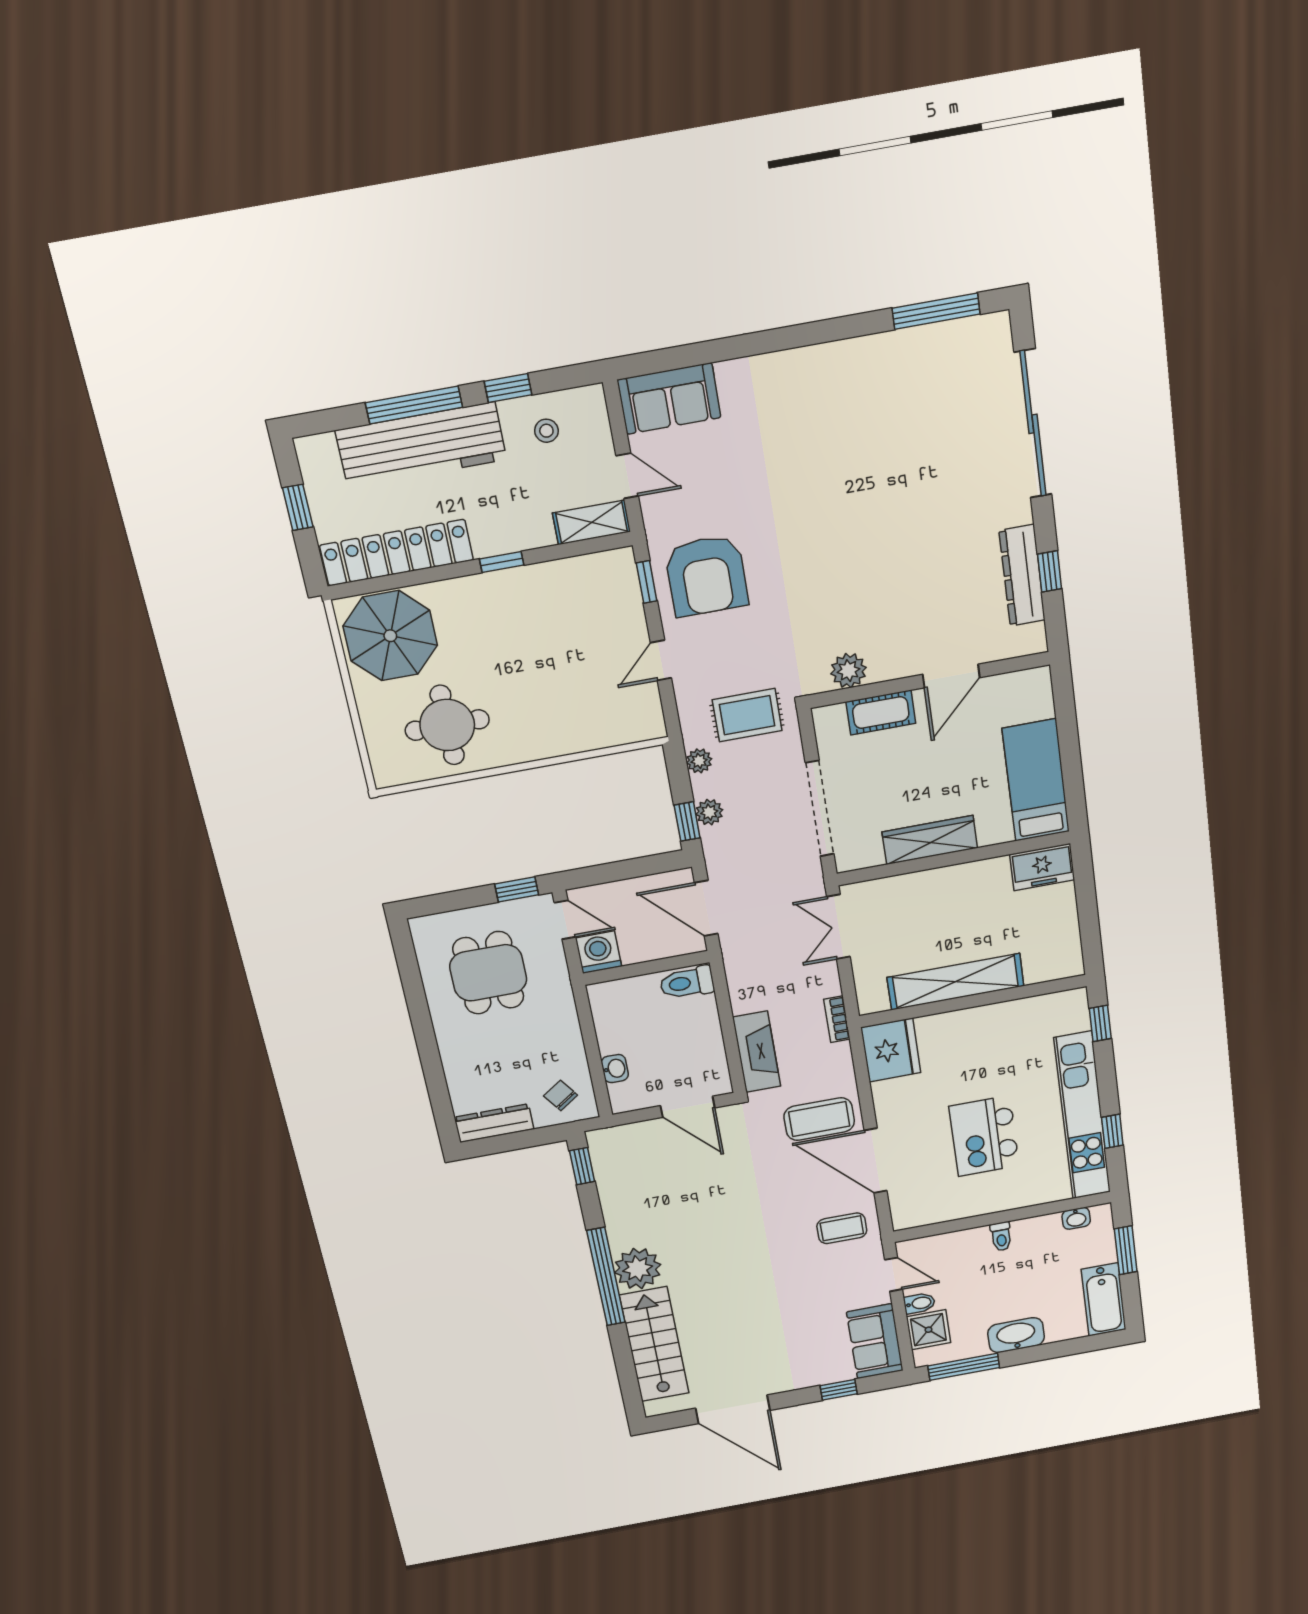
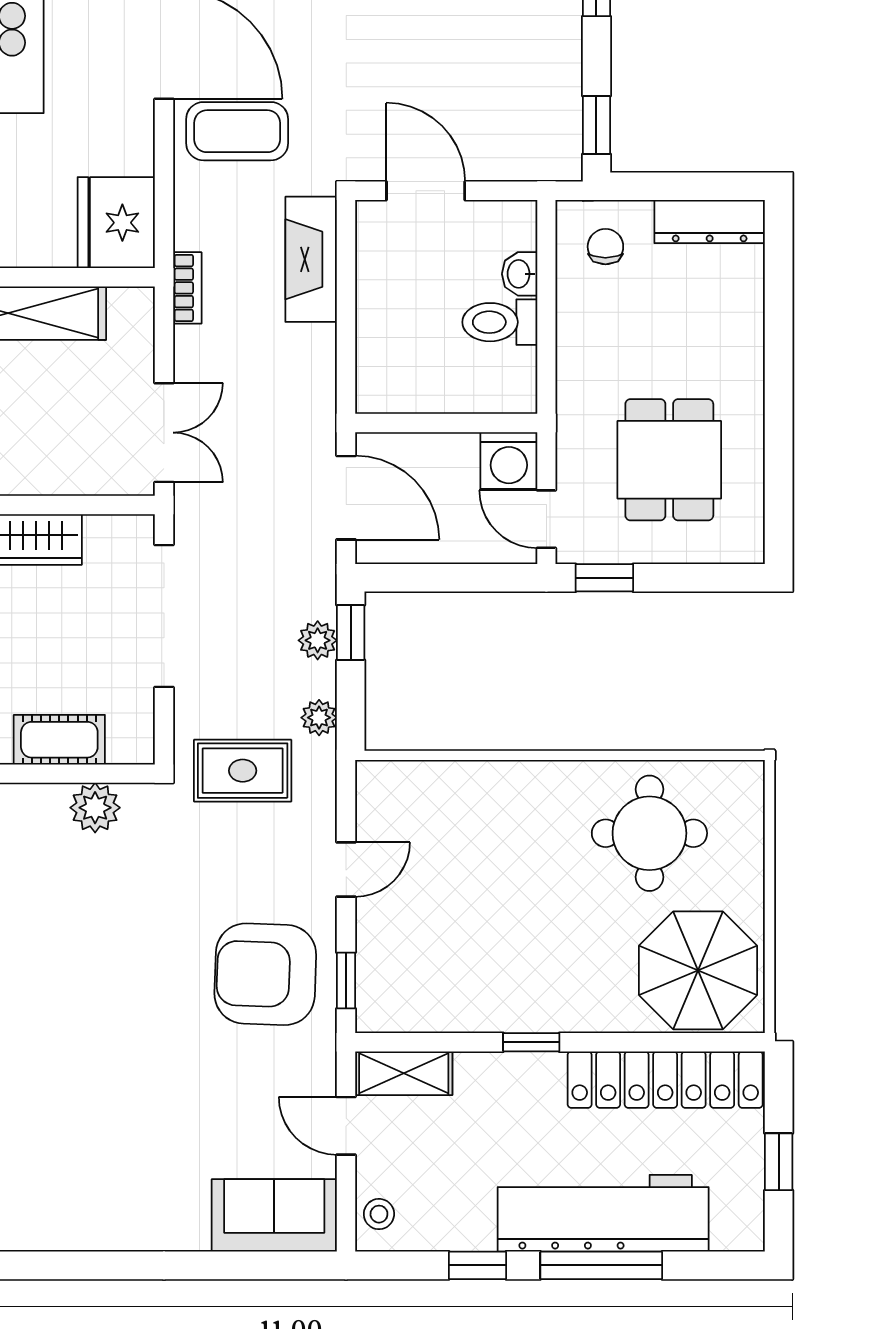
stool: (546, 431) -> (379, 1214), moved
armchair: (706, 576) -> (265, 974), turned -88
toilet: (687, 983) -> (500, 322), moved, turned 180
chair: (561, 1095) -> (605, 247), turned -145

